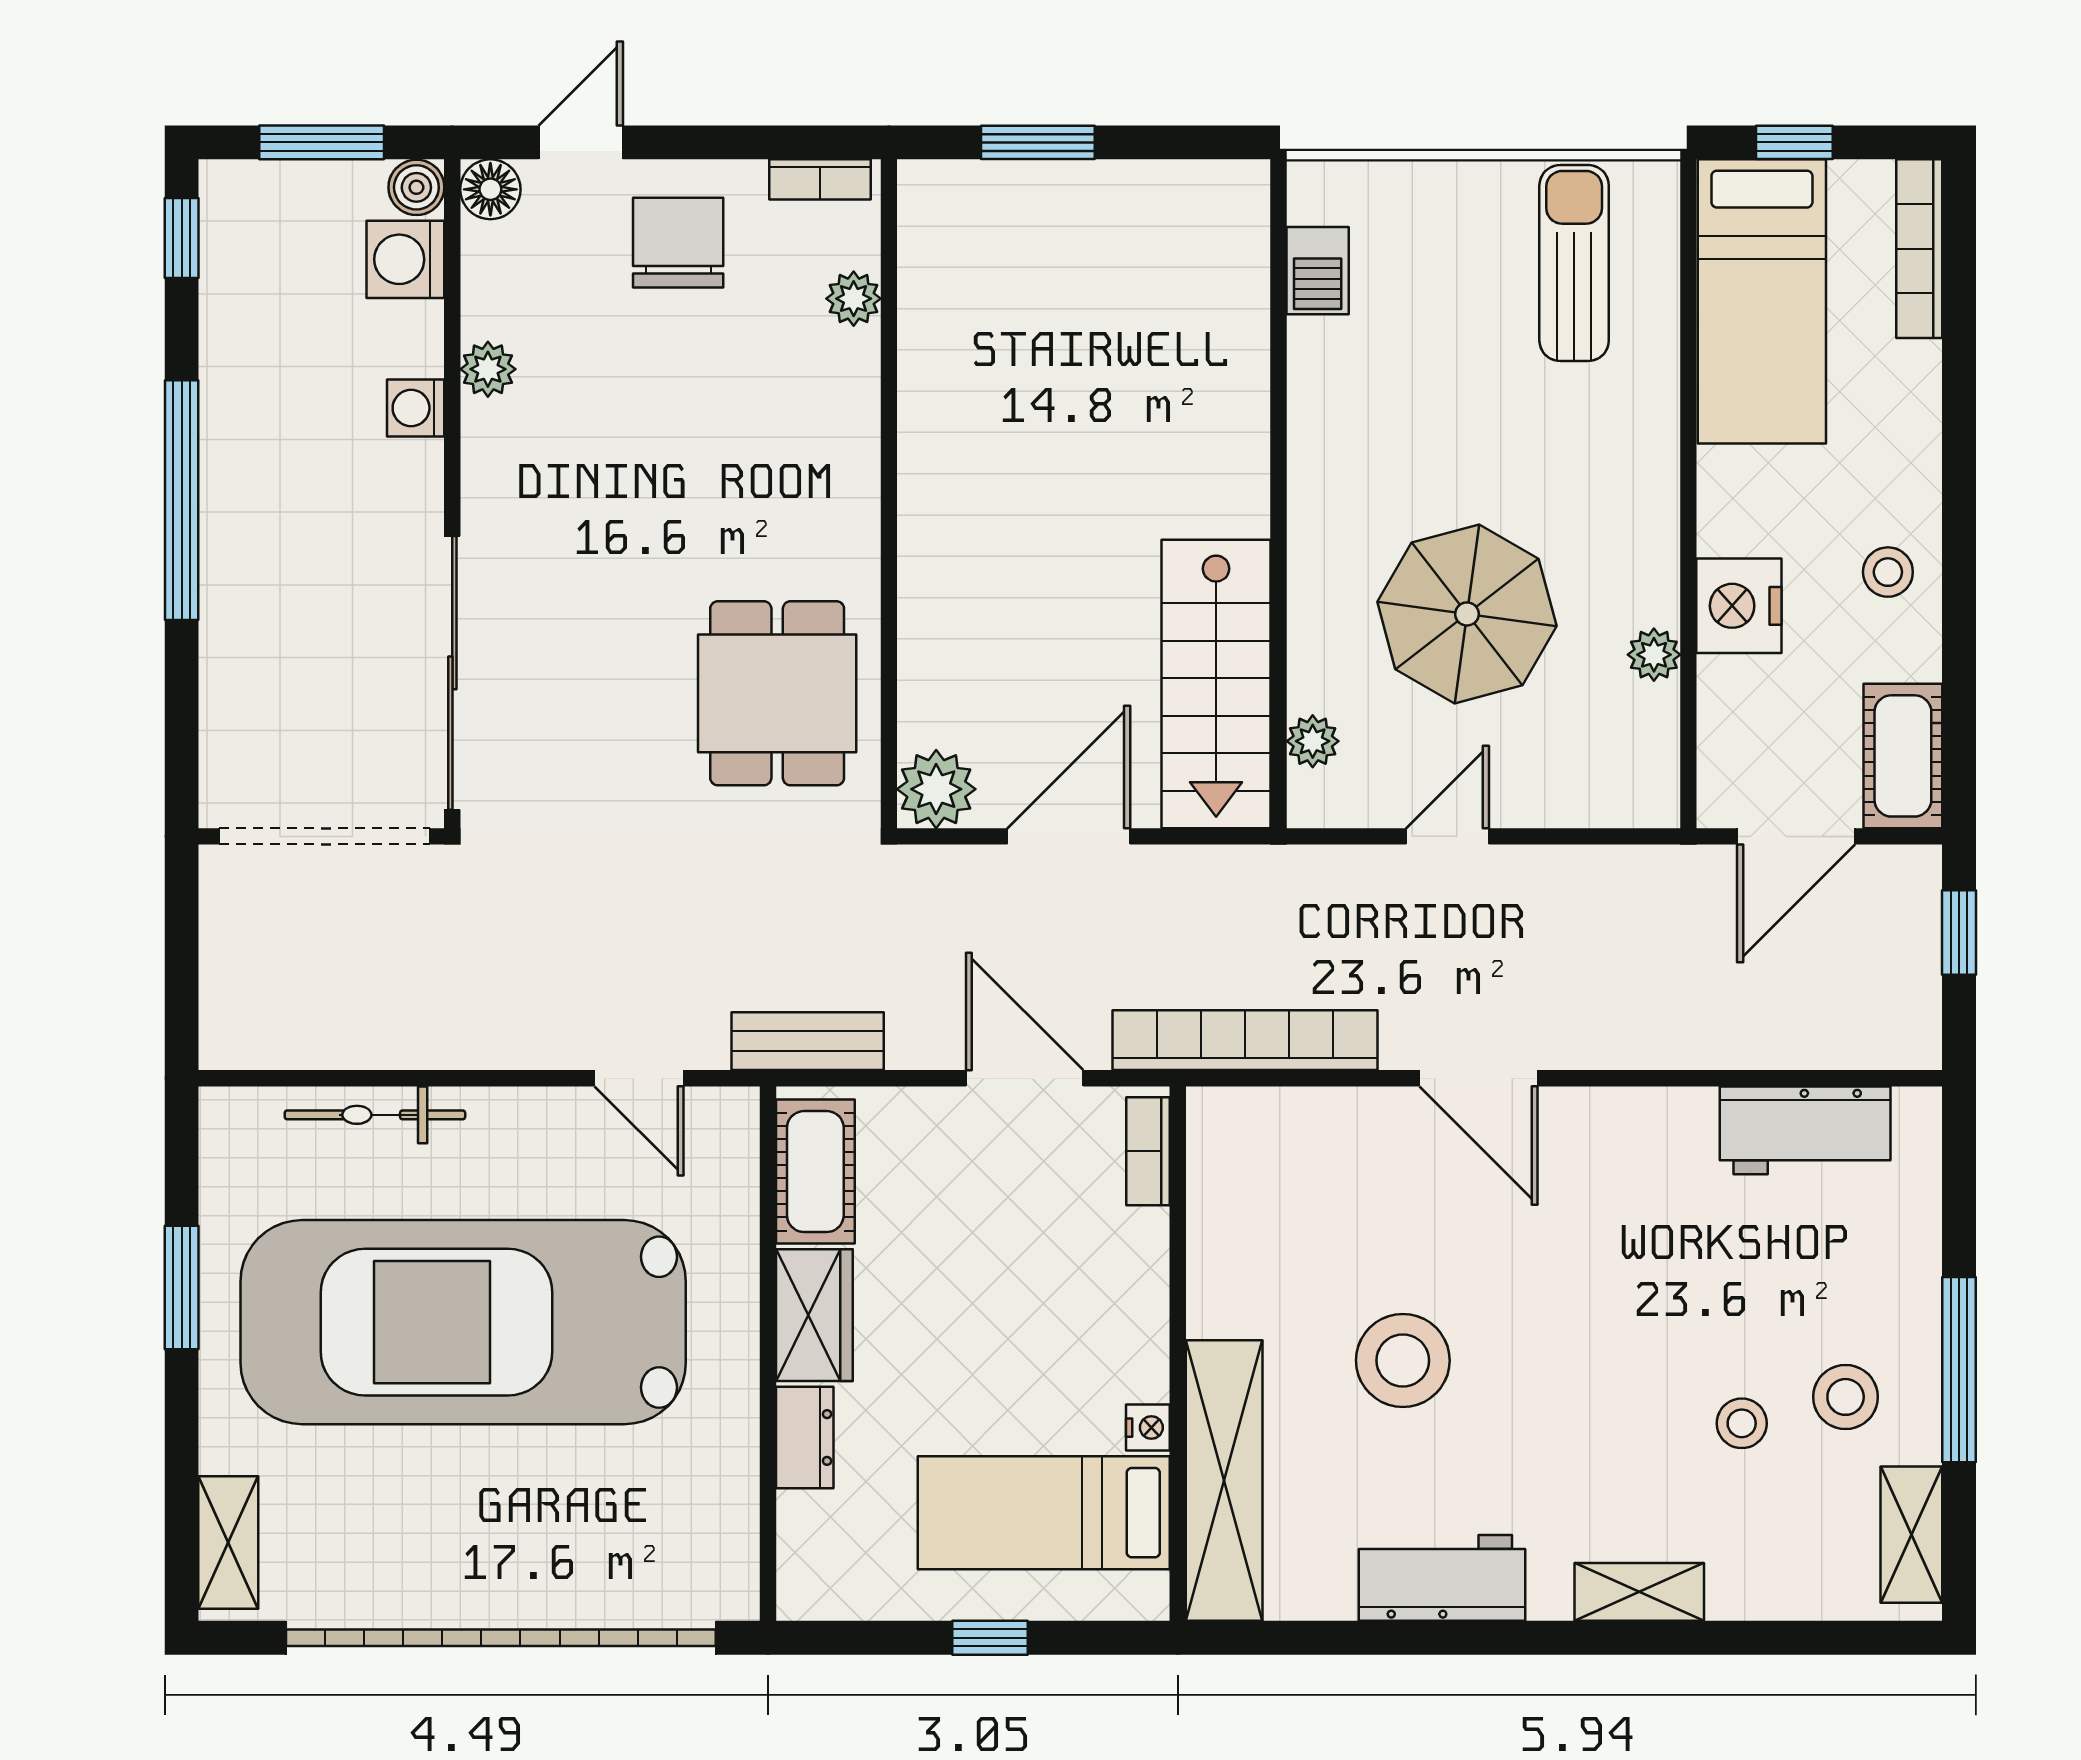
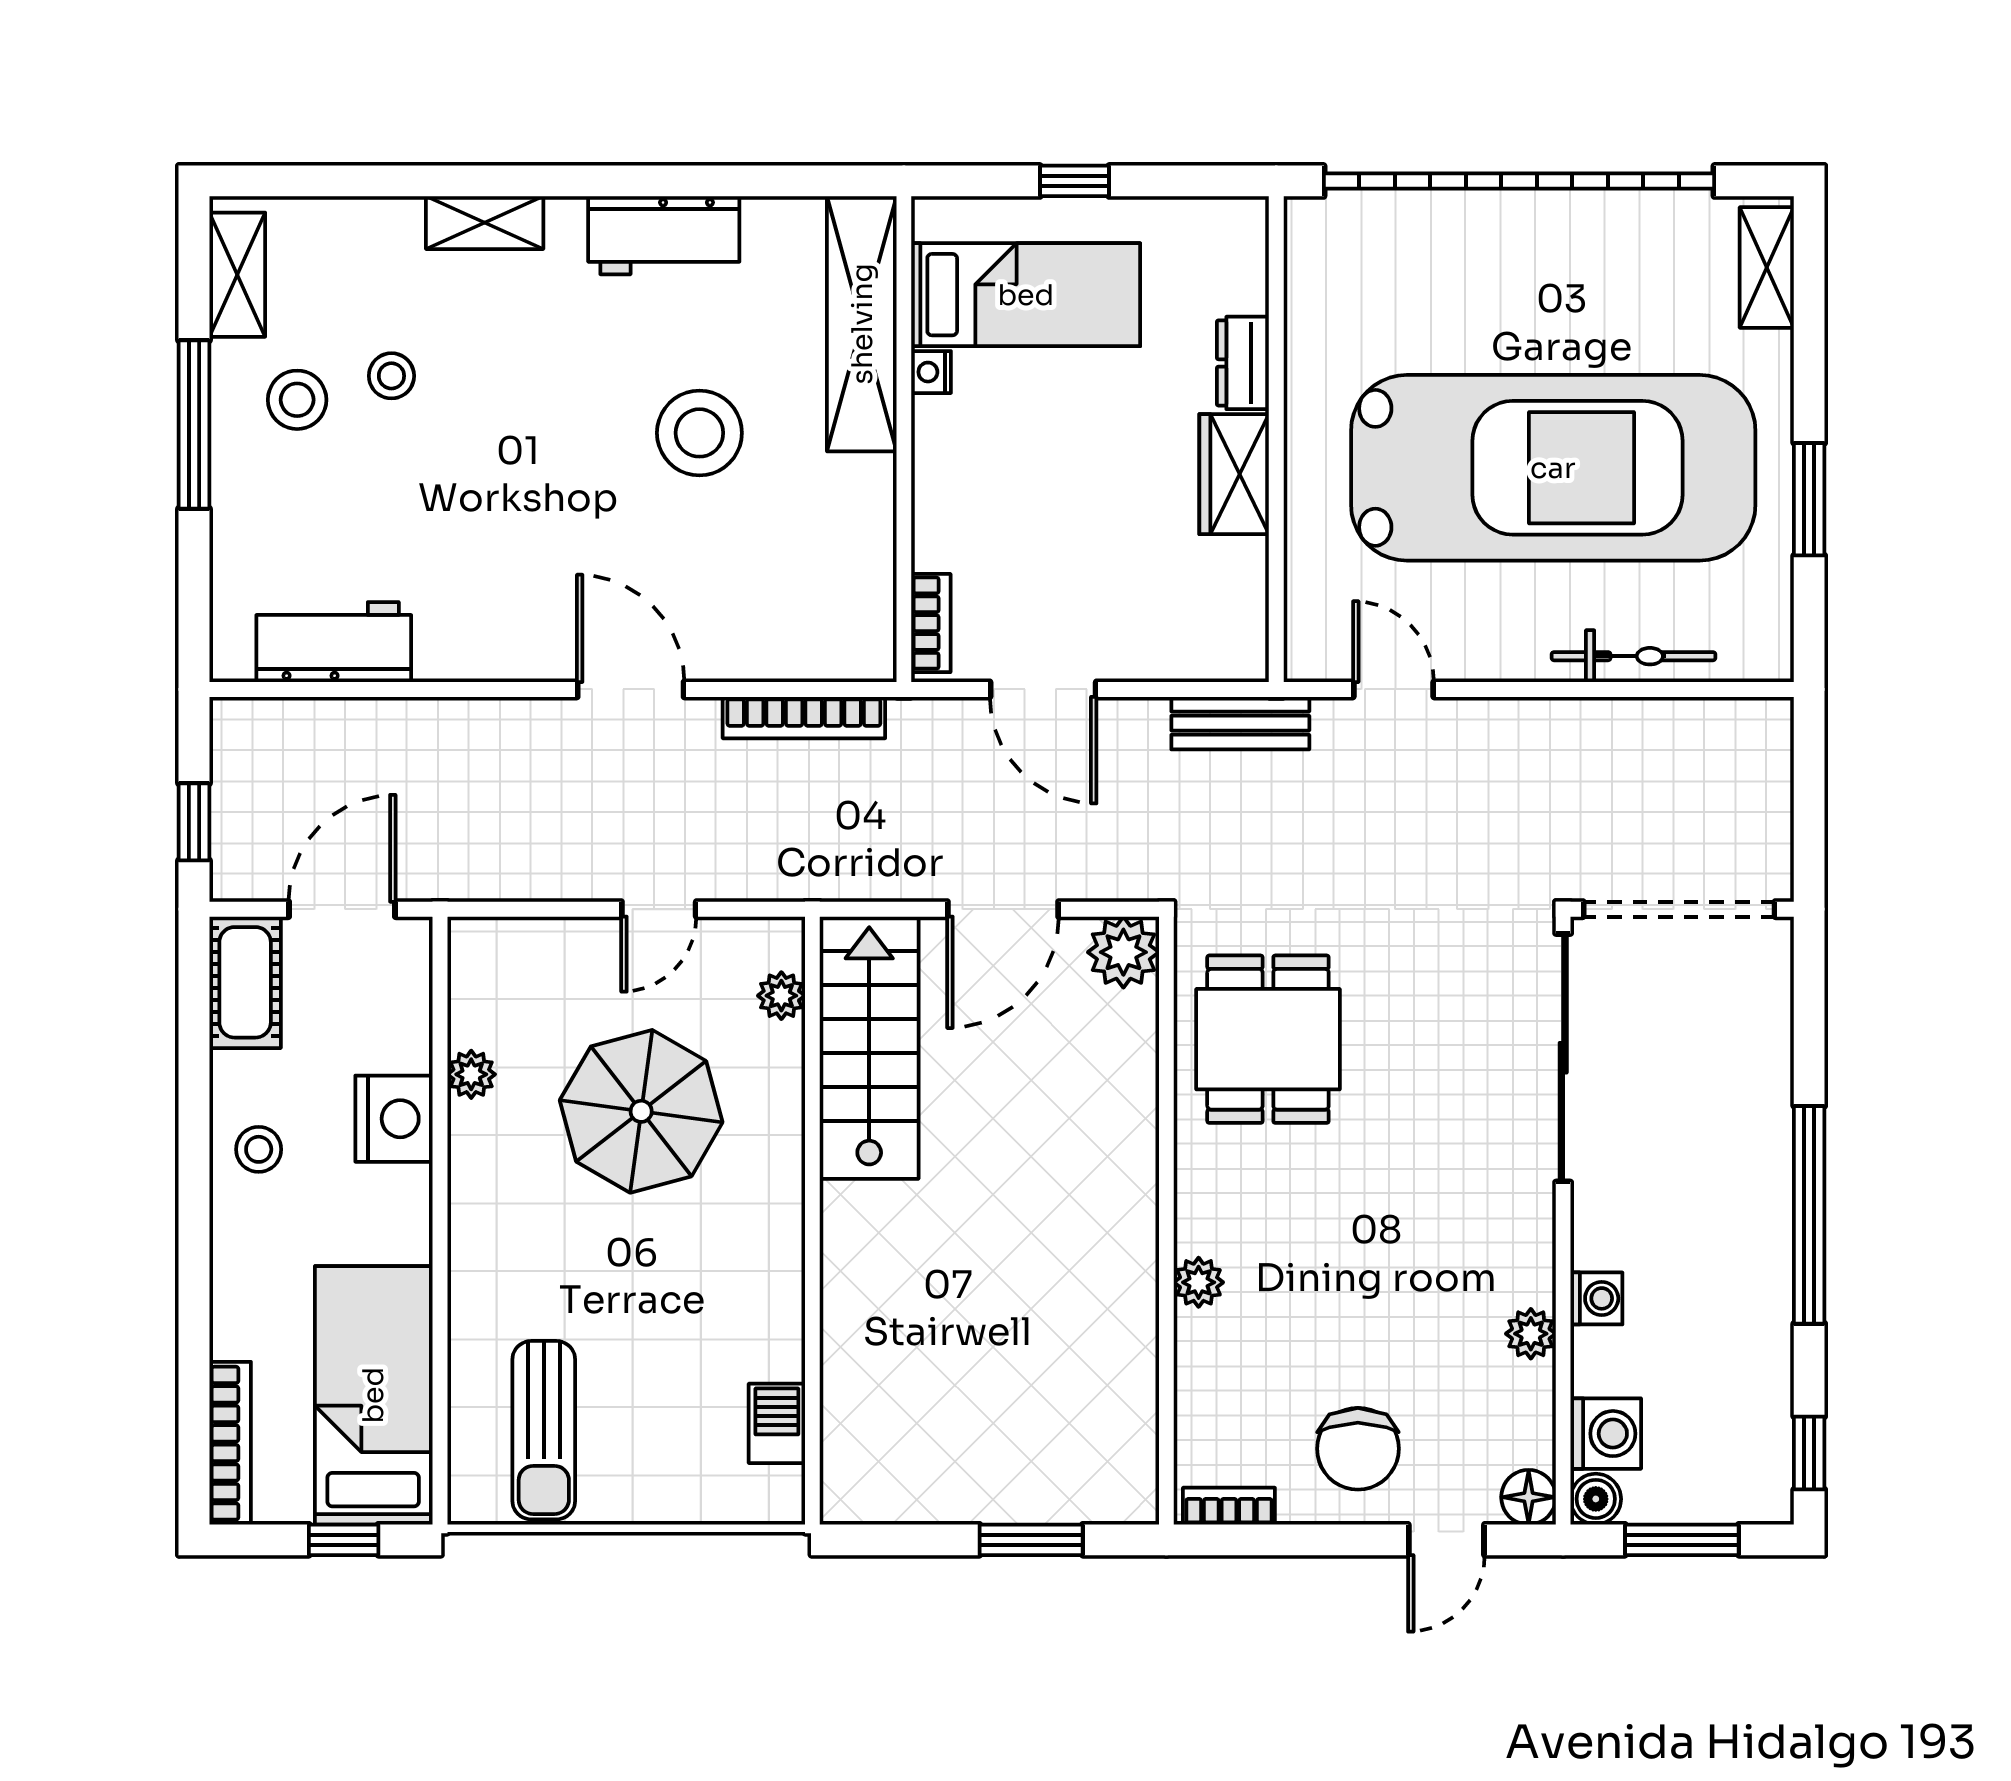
plant: (854, 299) -> (1199, 1282), moved
bookcase: (1245, 1040) -> (804, 718), width x0.68, depth x0.76
cot: (815, 1172) -> (1233, 605), removed

